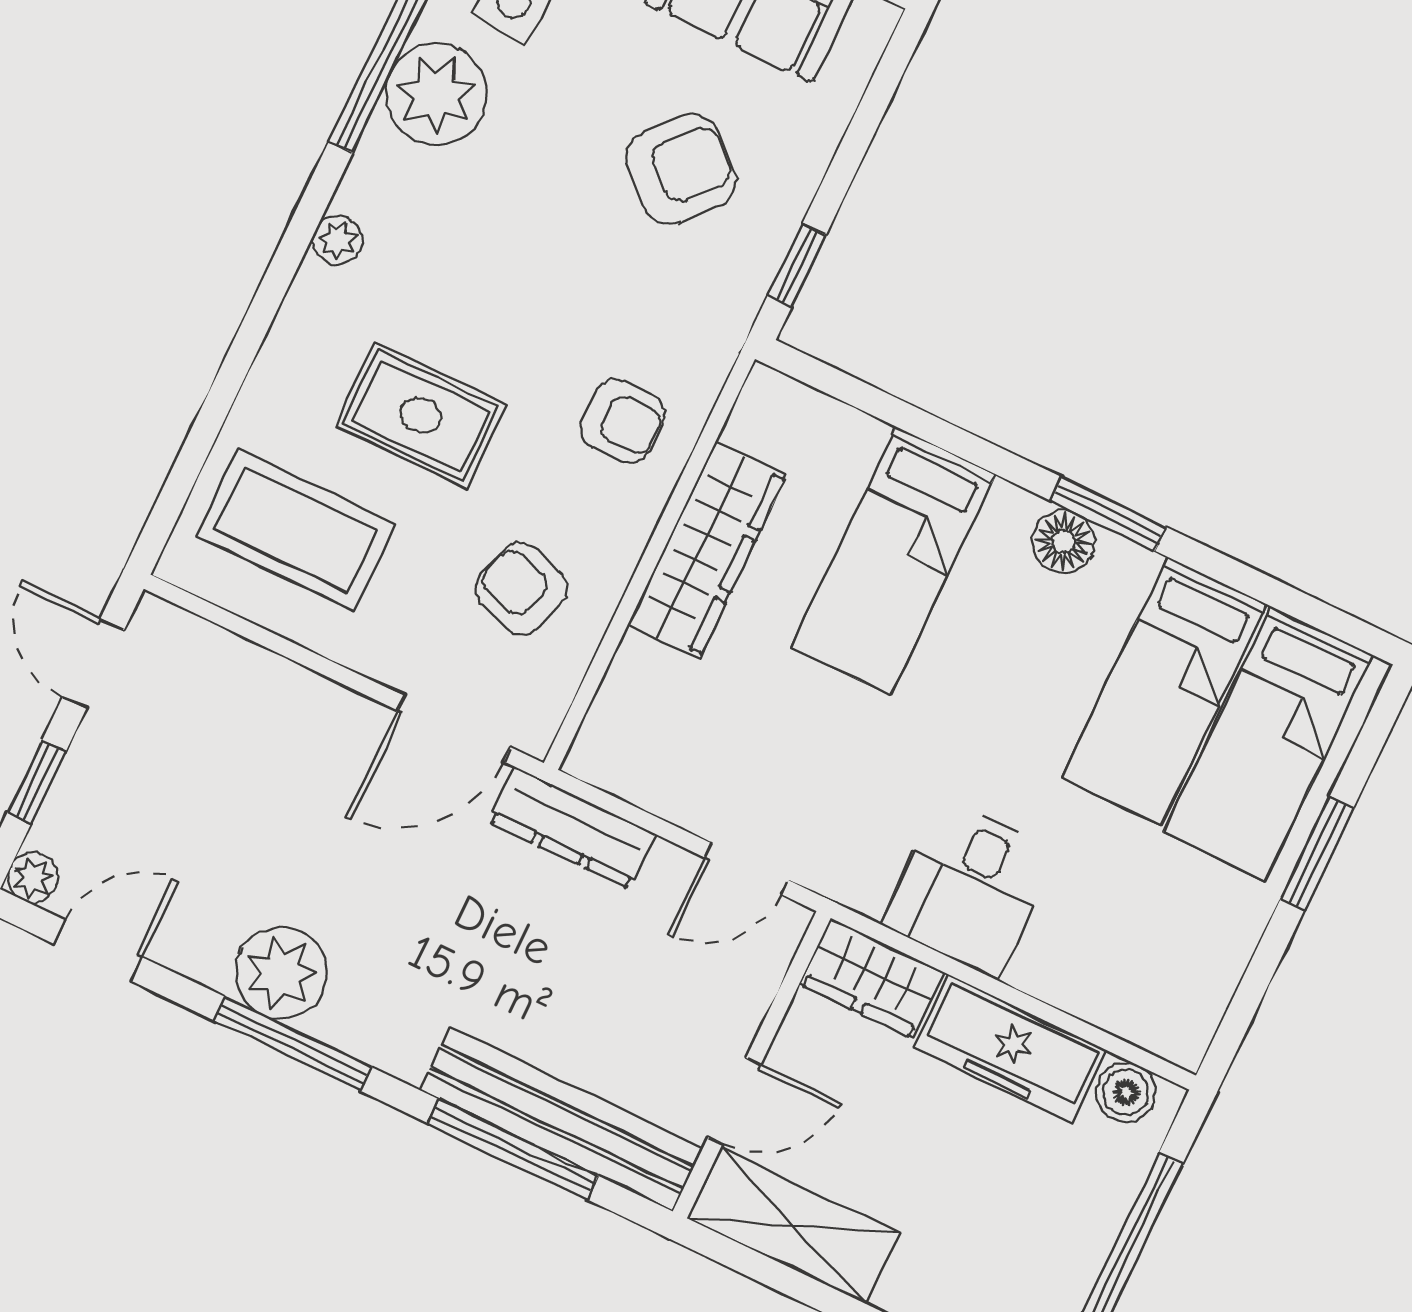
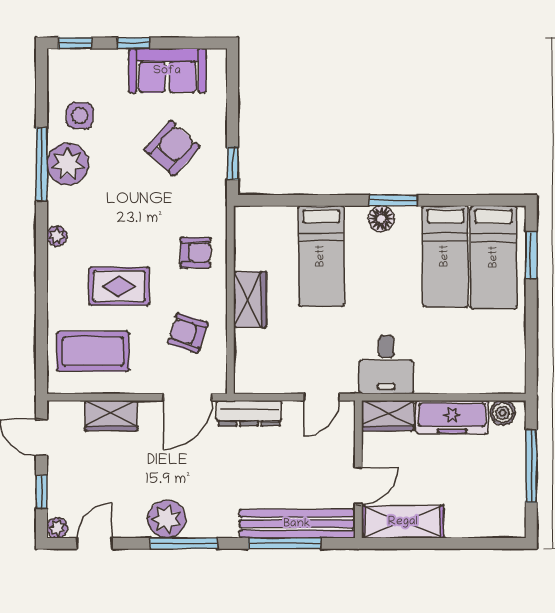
wardrobe: (707, 550) -> (250, 299), width x0.67
wardrobe: (268, 689) -> (111, 416), added
window: (1317, 853) -> (531, 255), moved
desk: (970, 889) -> (386, 365), moved

